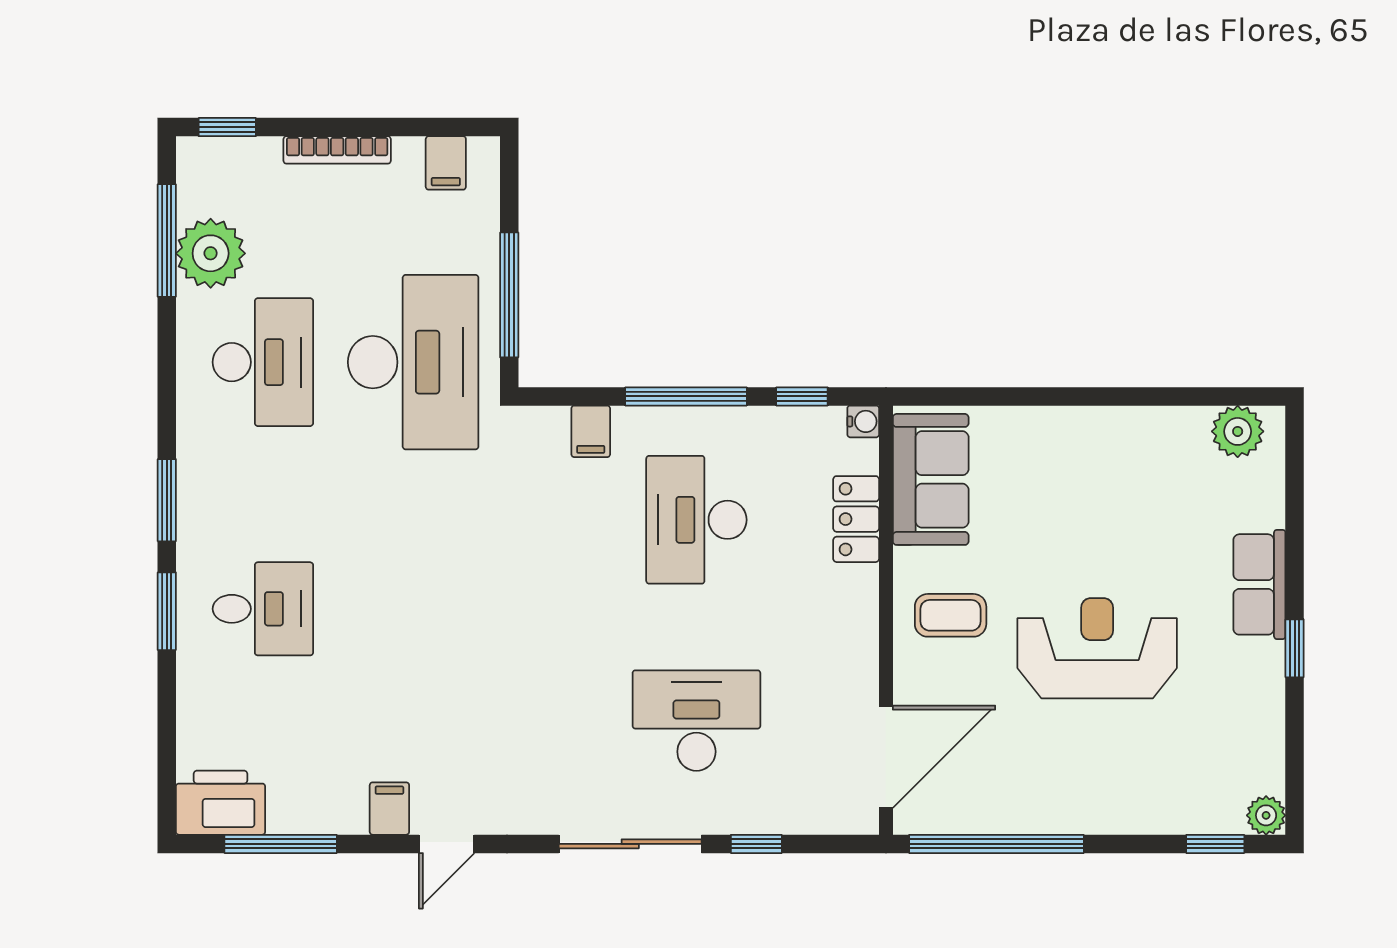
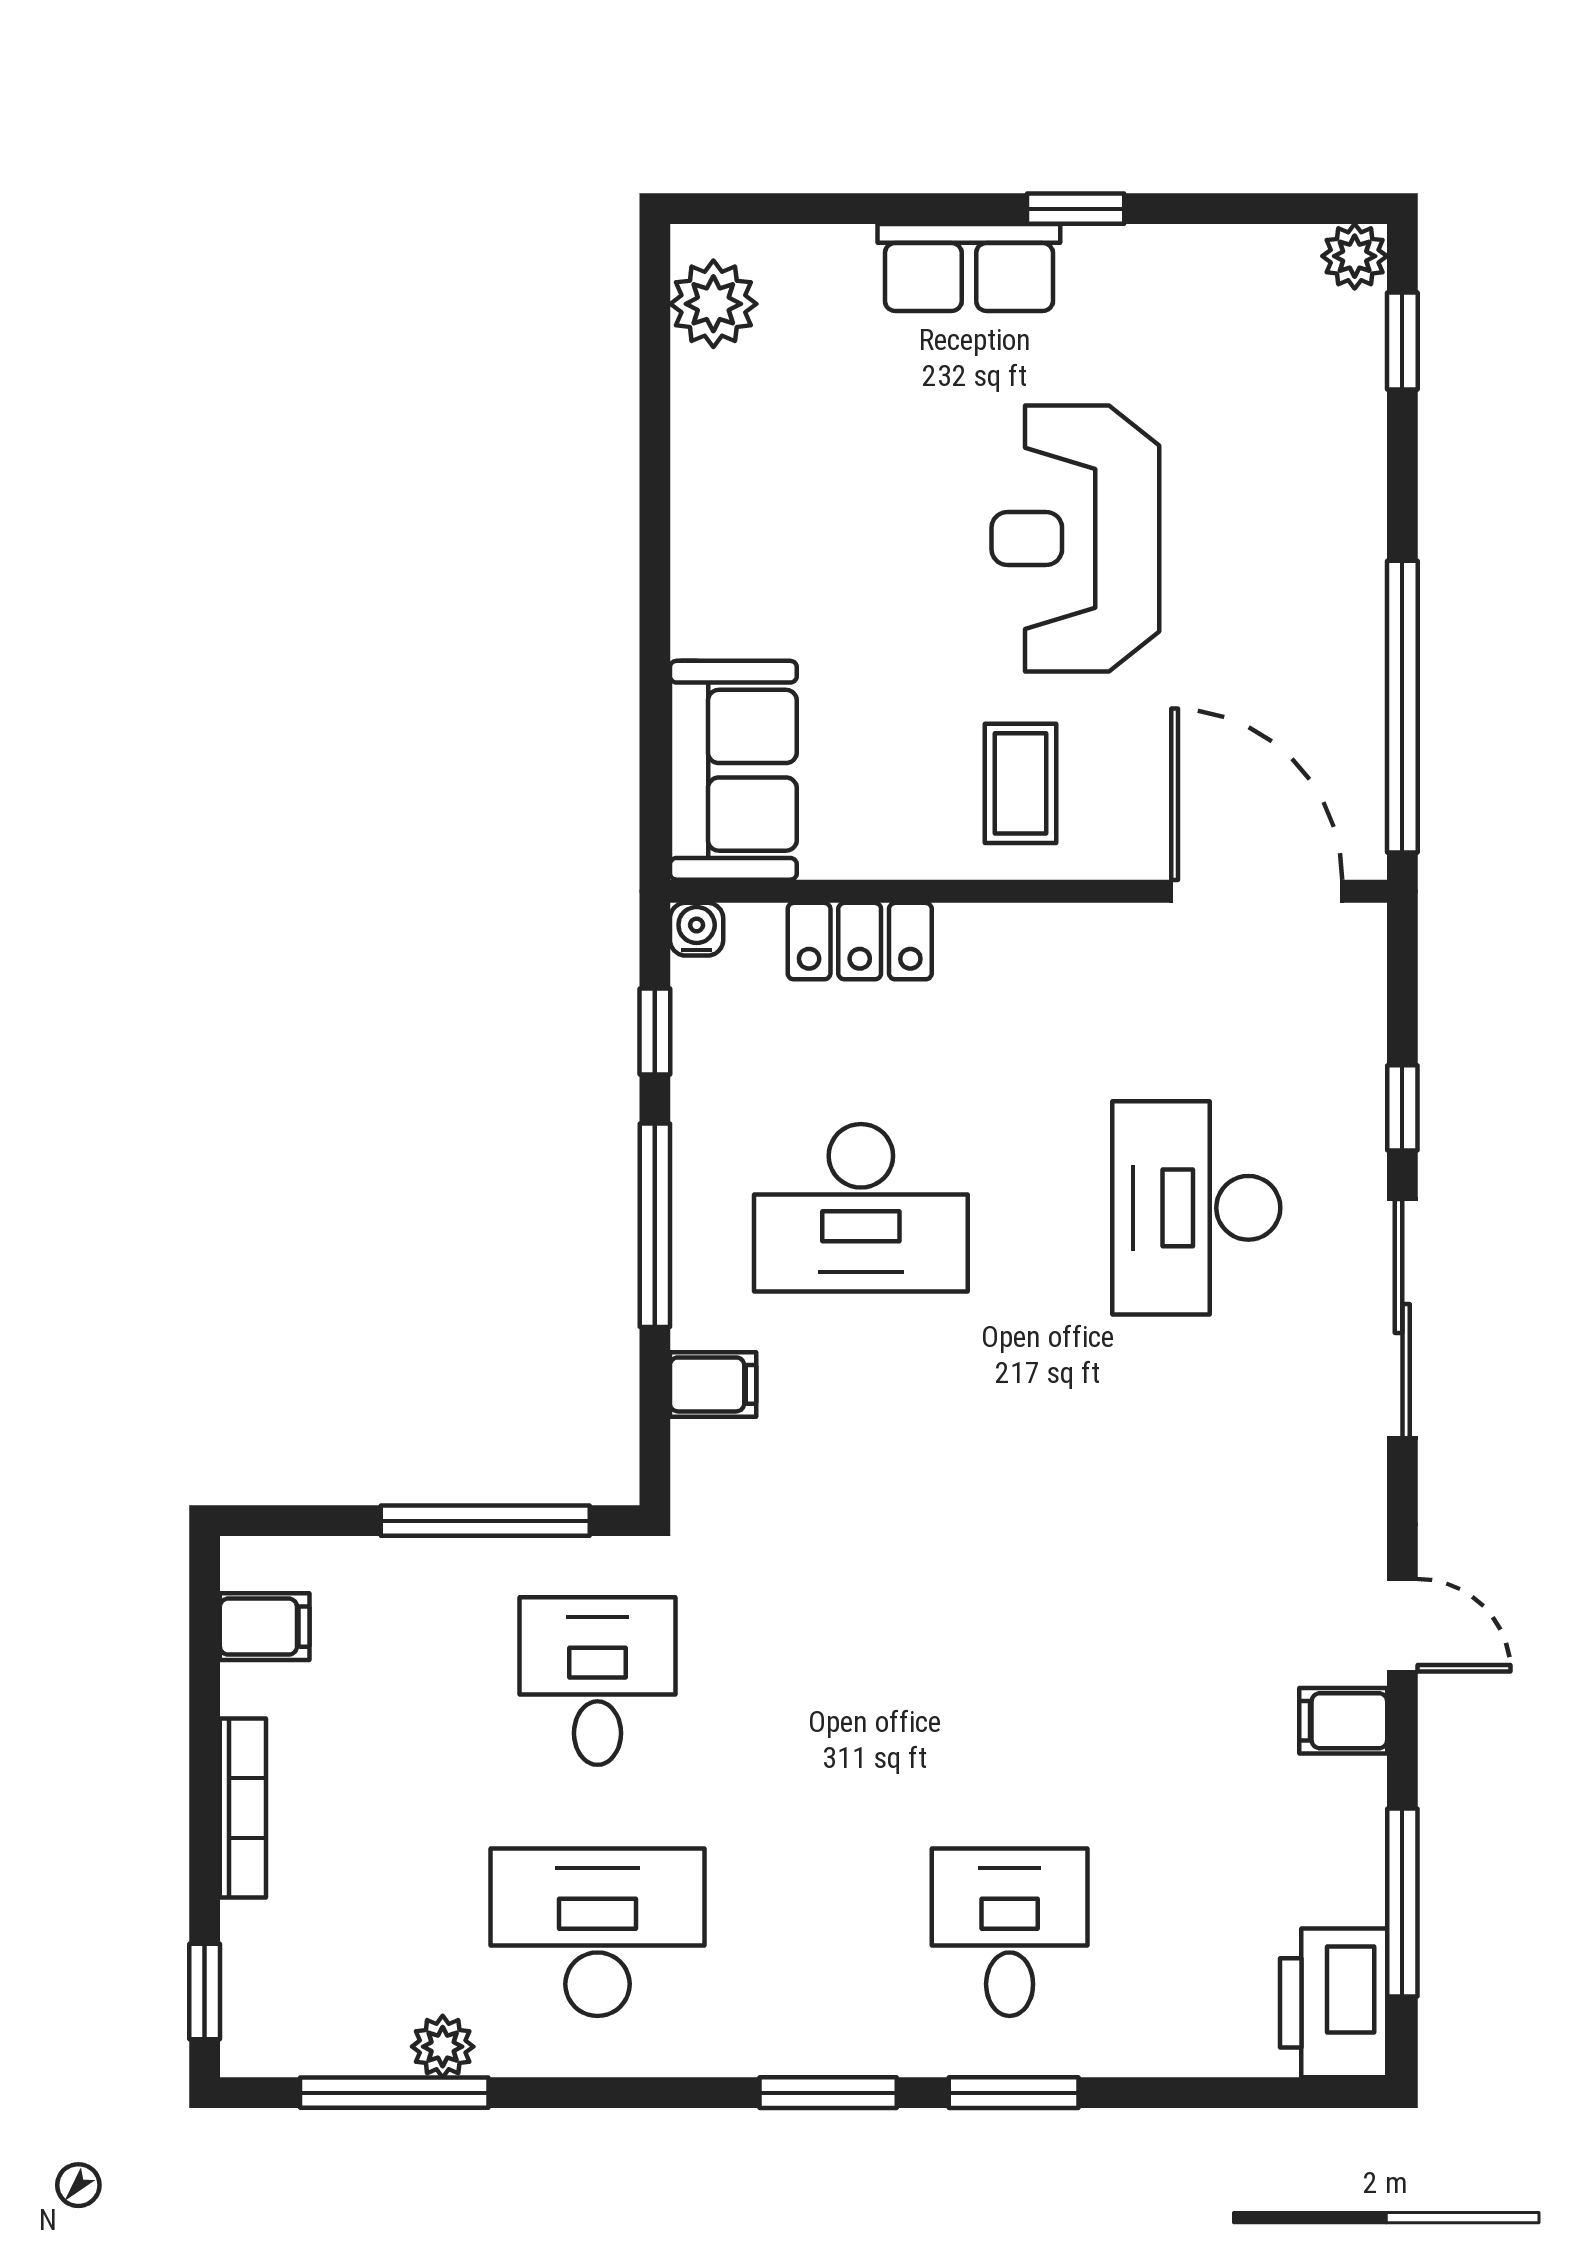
plant: (211, 253) -> (443, 2047), width x0.53, depth x0.53
desk: (413, 362) -> (597, 1681), width x0.53, depth x0.77
sofa: (931, 479) -> (733, 770), moved, turned 90

